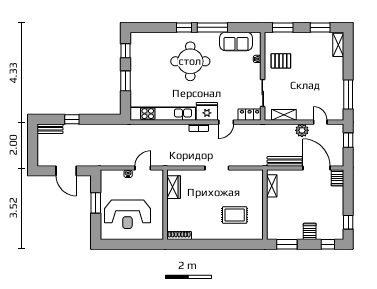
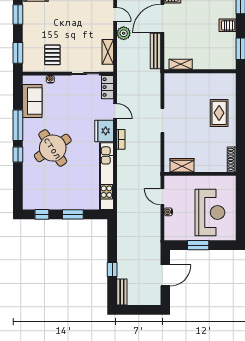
round table: (190, 61) -> (53, 148), turned -33
door: (320, 122) -> (115, 14), swing flipped
rug: (235, 215) -> (219, 113), moved

